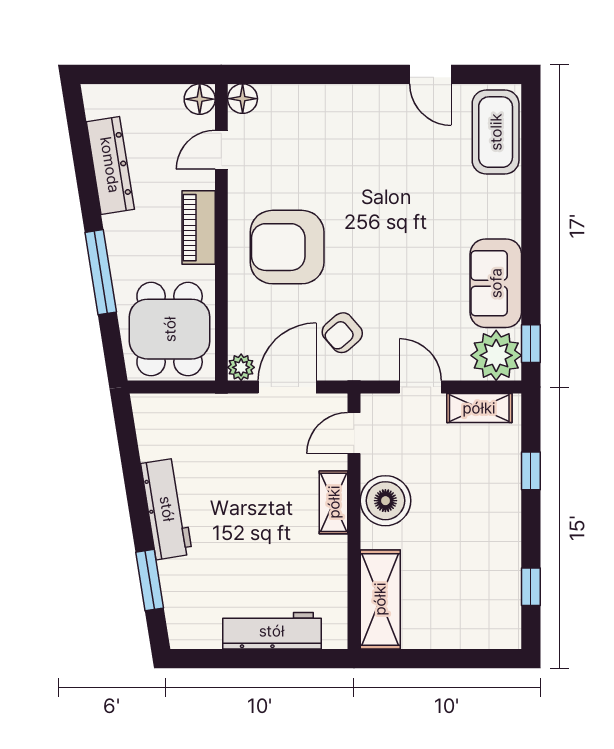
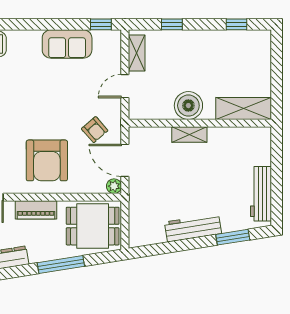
plant: (496, 355) -> (107, 44), removed
door: (354, 433) -> (151, 123), removed
workbench: (272, 631) -> (261, 194), moved

